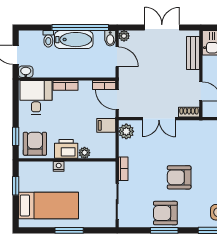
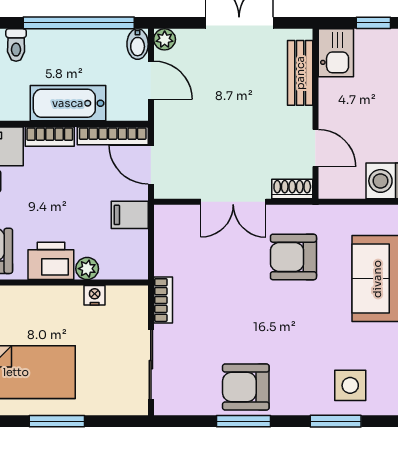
bathtub: (74, 40) -> (68, 103), moved, turned 180
bookcase: (104, 85) -> (113, 136), width x1.56
plant: (126, 131) -> (169, 227), removed
nightstand: (59, 166) -> (95, 295), moved
armchair: (179, 177) -> (293, 257), moved

